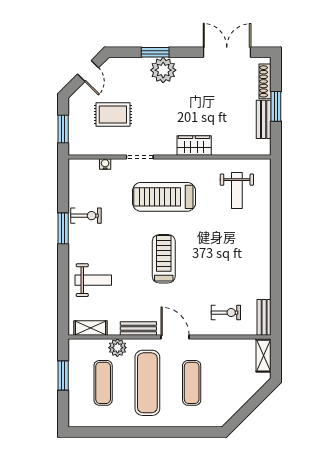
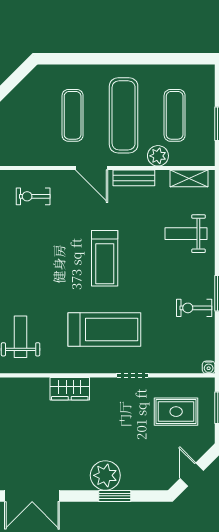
rug: (113, 115) -> (176, 412), moved
water cooler: (105, 164) -> (209, 367), moved

